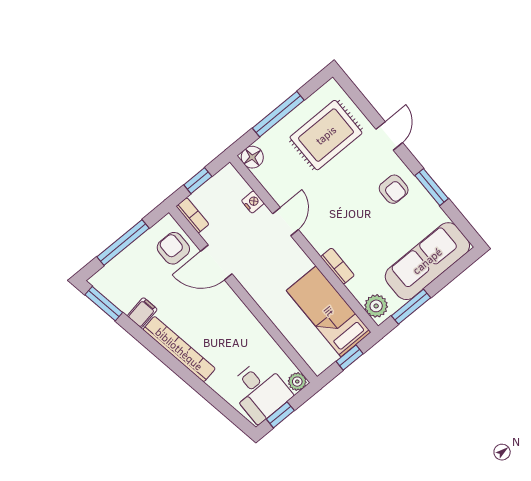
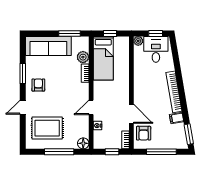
plant: (376, 306) -> (83, 57), moved

